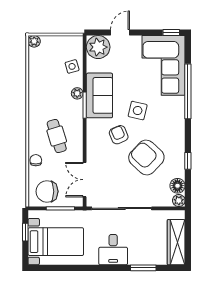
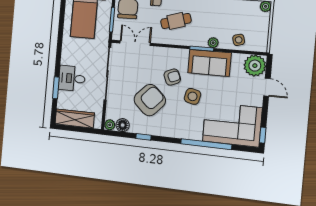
desk: (113, 250) -> (72, 78), moved

